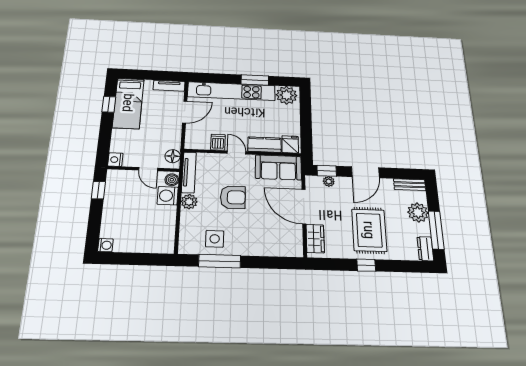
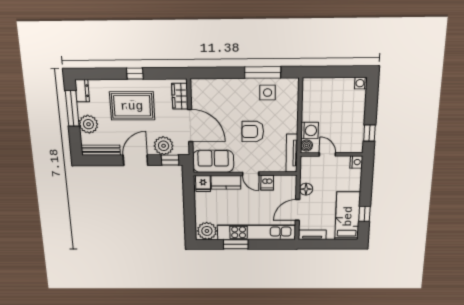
floor lamp: (173, 156) -> (306, 189), moved
plant: (329, 181) -> (164, 146), width x1.87, depth x1.87
bench: (410, 185) -> (101, 150), width x1.36
plant: (189, 202) -> (291, 126), removed
rug: (369, 230) -> (132, 106), turned 90

